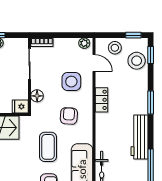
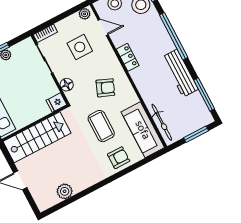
side table: (71, 82) -> (80, 47), moved
window: (151, 102) -> (174, 36), width x2.11
armchair: (69, 116) -> (105, 88), turned 108

